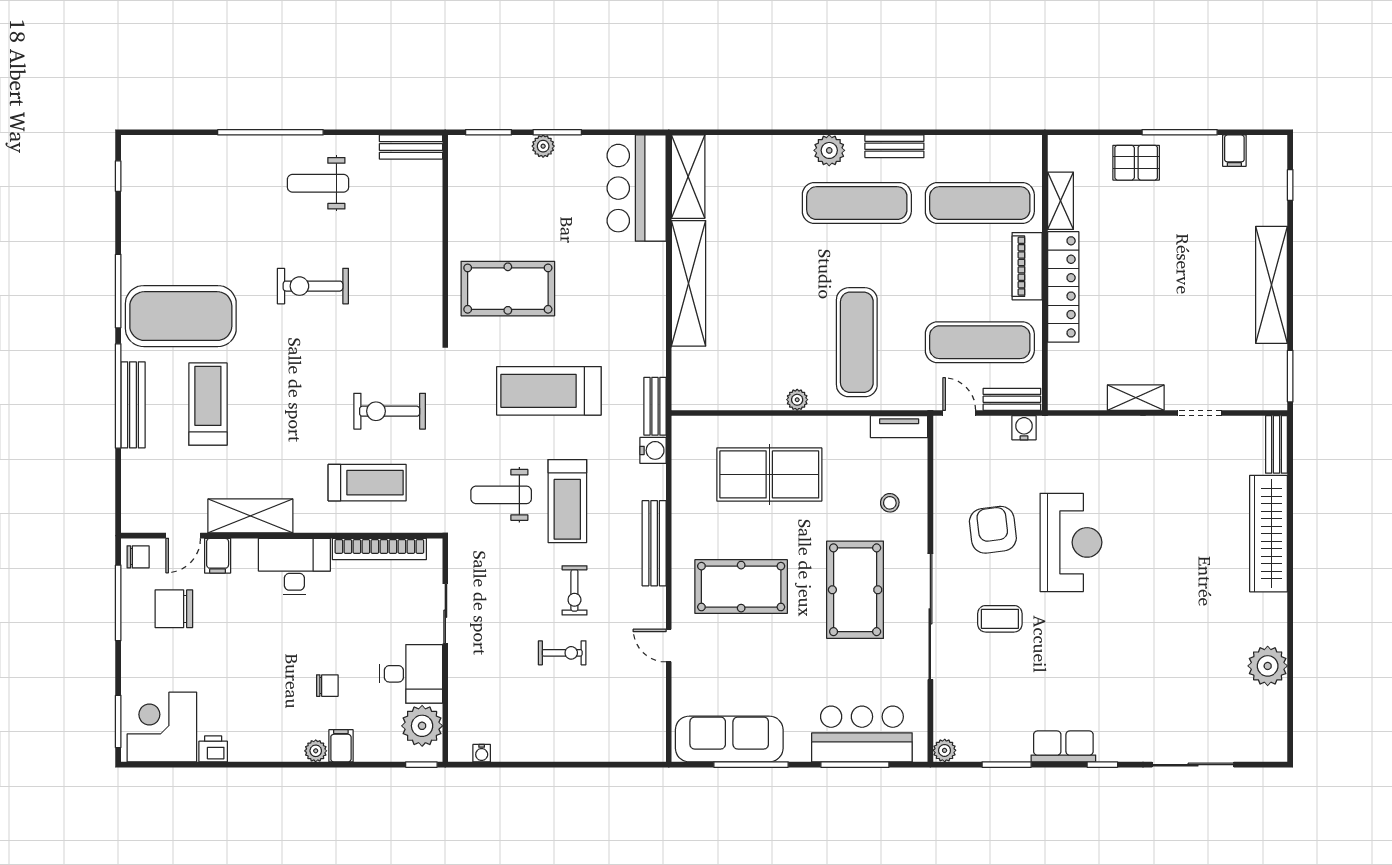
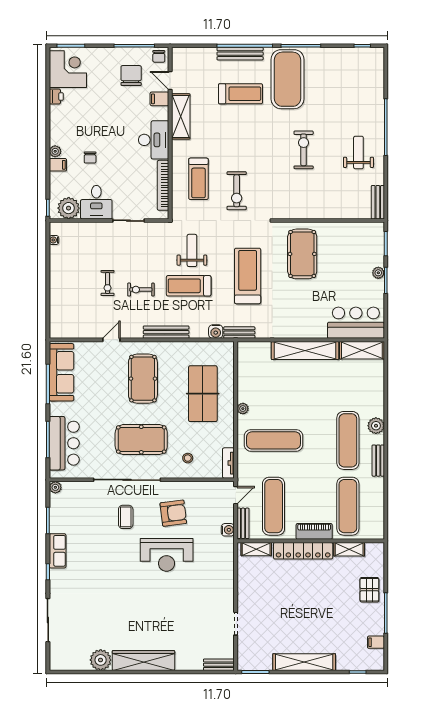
shelving: (1136, 398) -> (256, 549), moved, turned 90
exercise bike: (390, 411) -> (237, 191), turned 180
wardrobe: (1269, 534) -> (143, 660), moved

